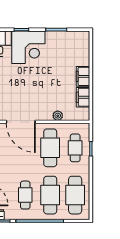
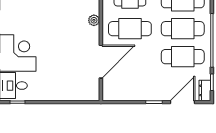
cafe table: (25, 195) -> (183, 57), width x1.37, depth x1.35

